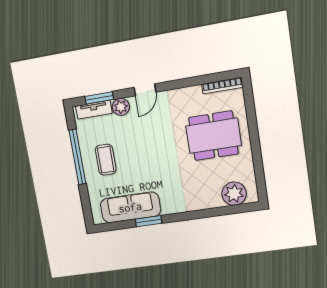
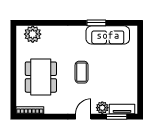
dining table: (213, 136) -> (41, 77), turned 90
window: (77, 157) -> (140, 77), removed
coffee table: (106, 160) -> (82, 72), moved

